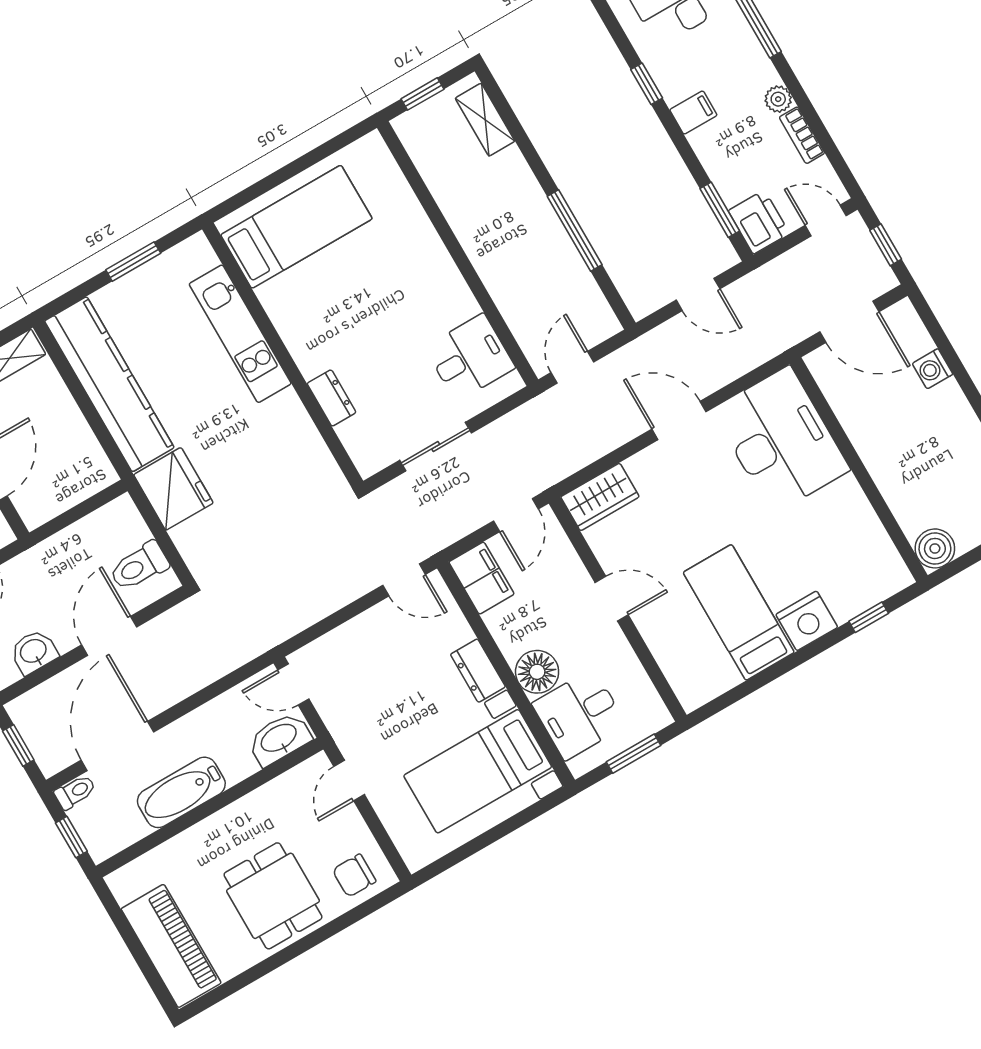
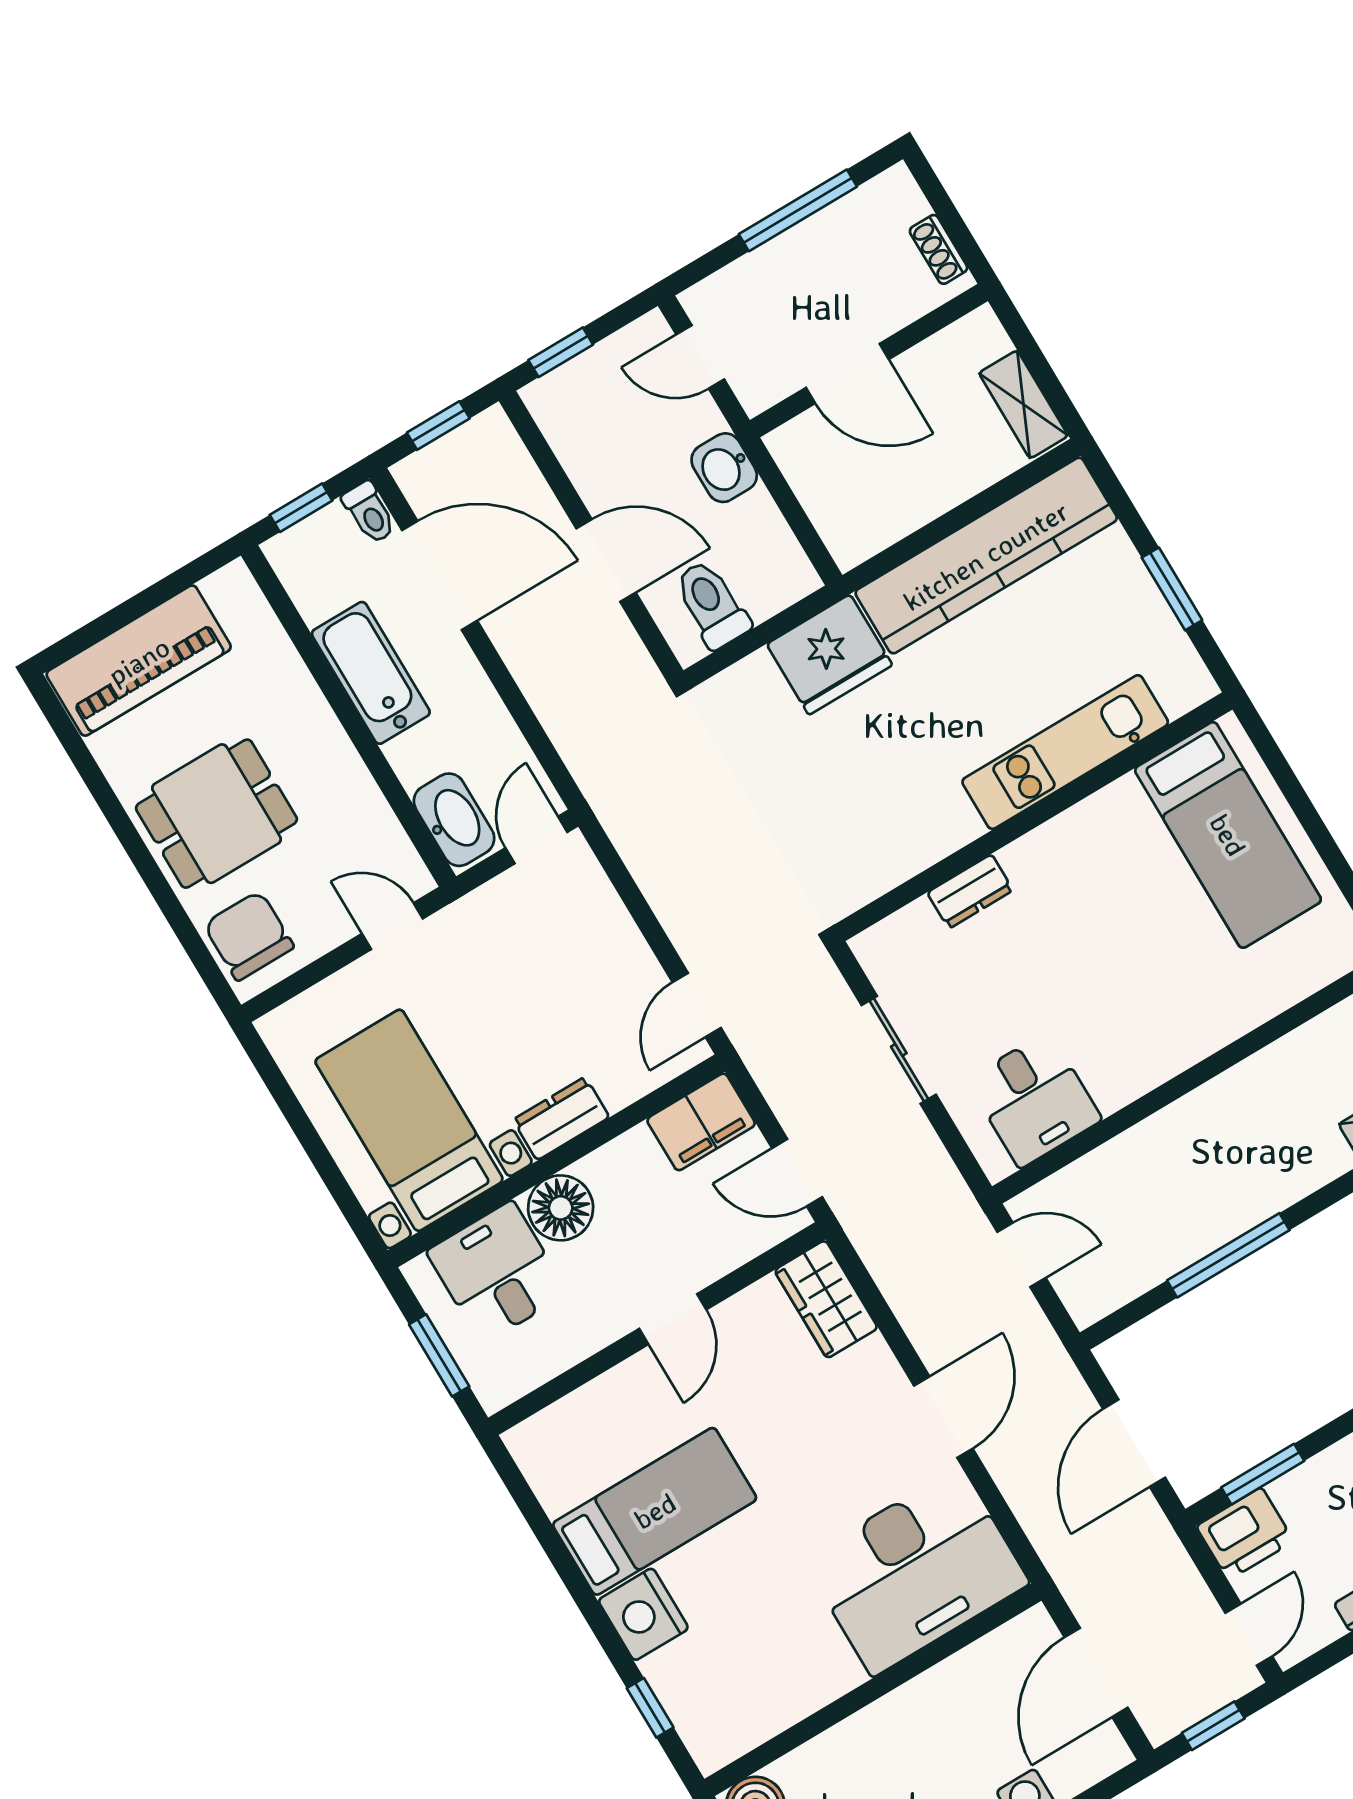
door: (698, 294) -> (1134, 1443), width x1.38
washbasin: (34, 652) -> (724, 468), moved, turned 180
chair: (354, 876) -> (249, 936), width x1.37, depth x1.37

